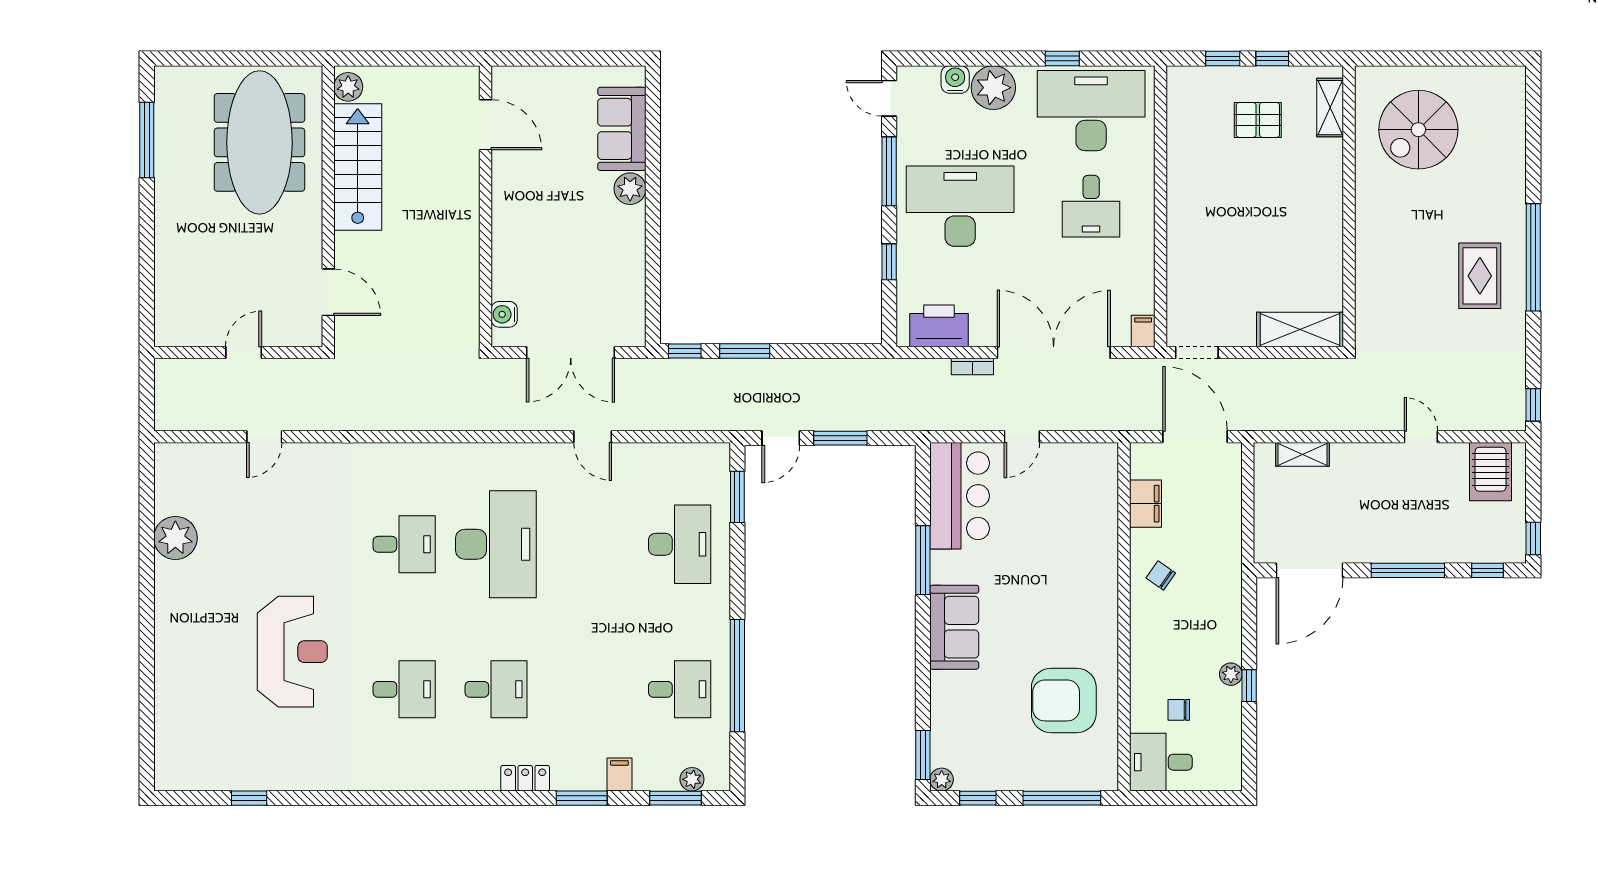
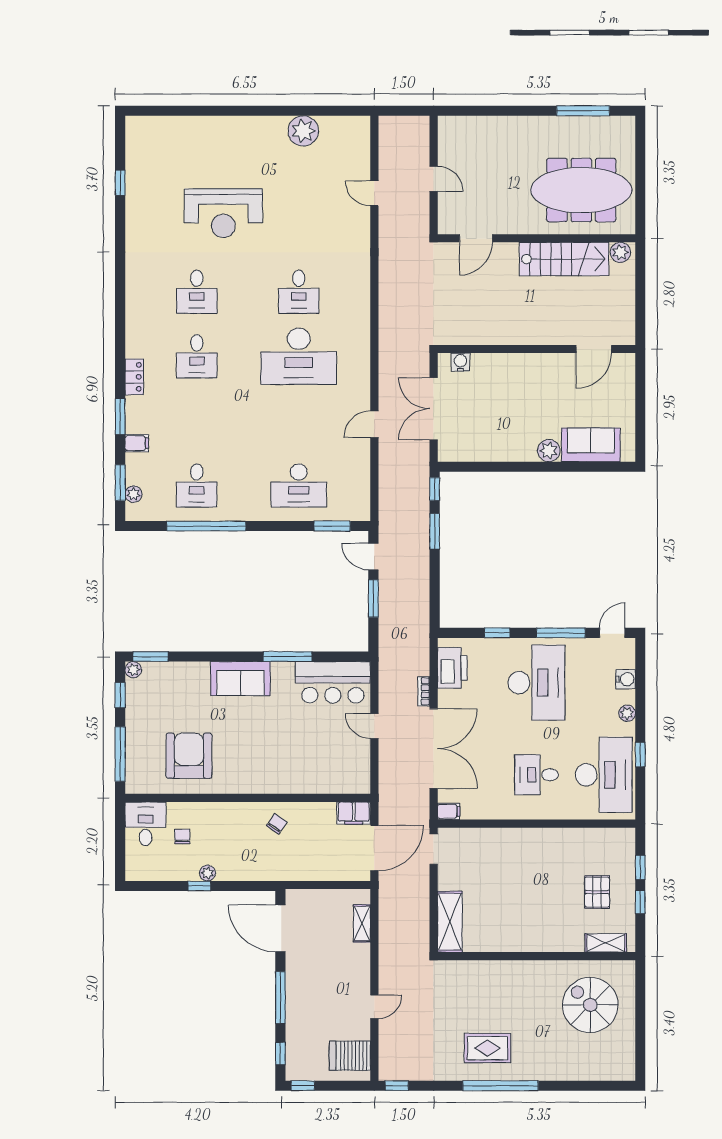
plant: (993, 88) -> (627, 713), width x0.53, depth x0.53
filing cabinet: (1146, 504) -> (354, 813), moved

